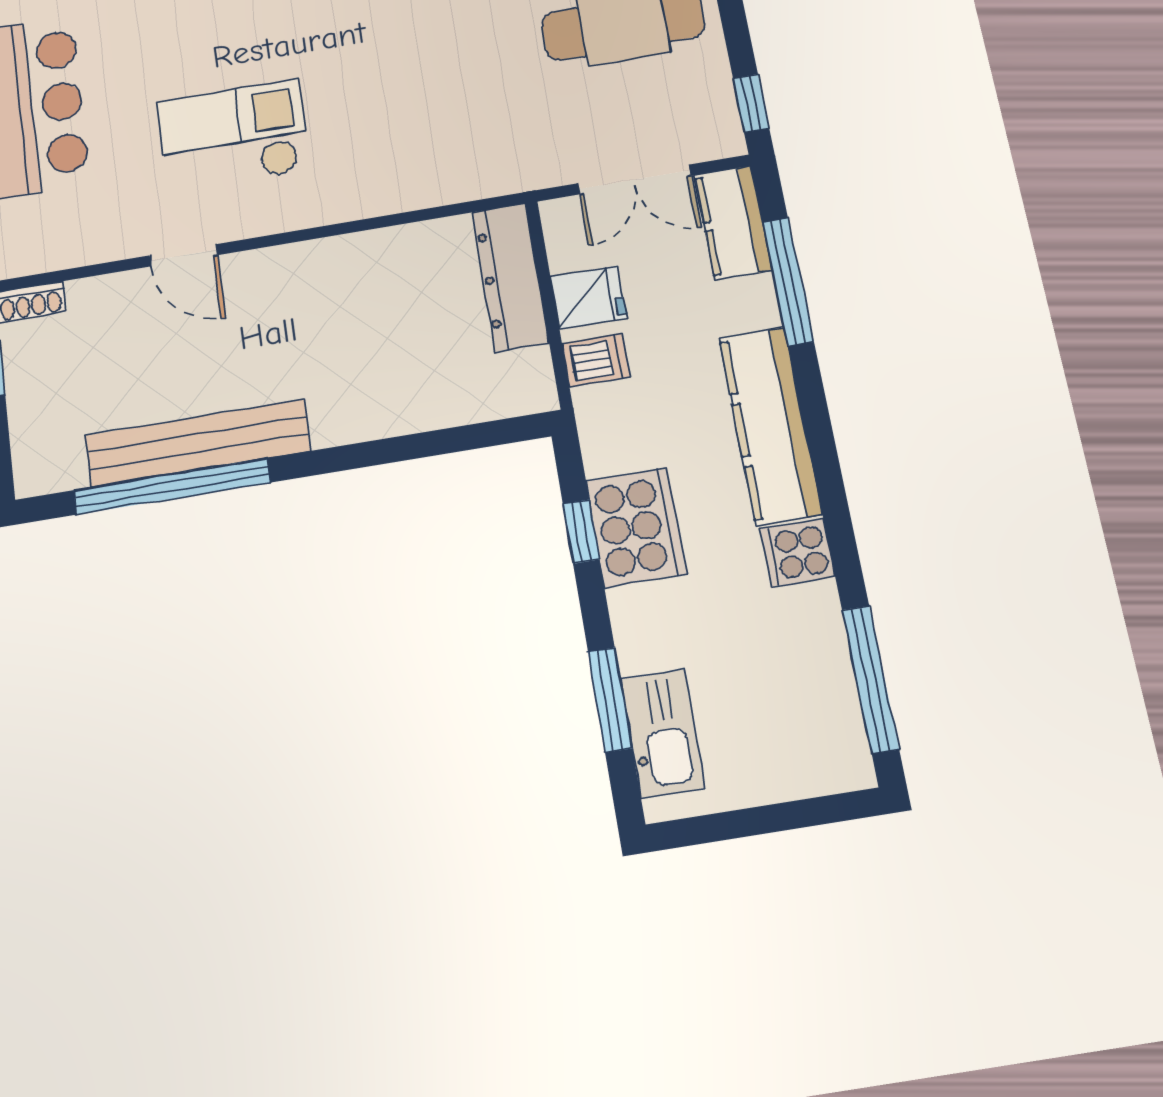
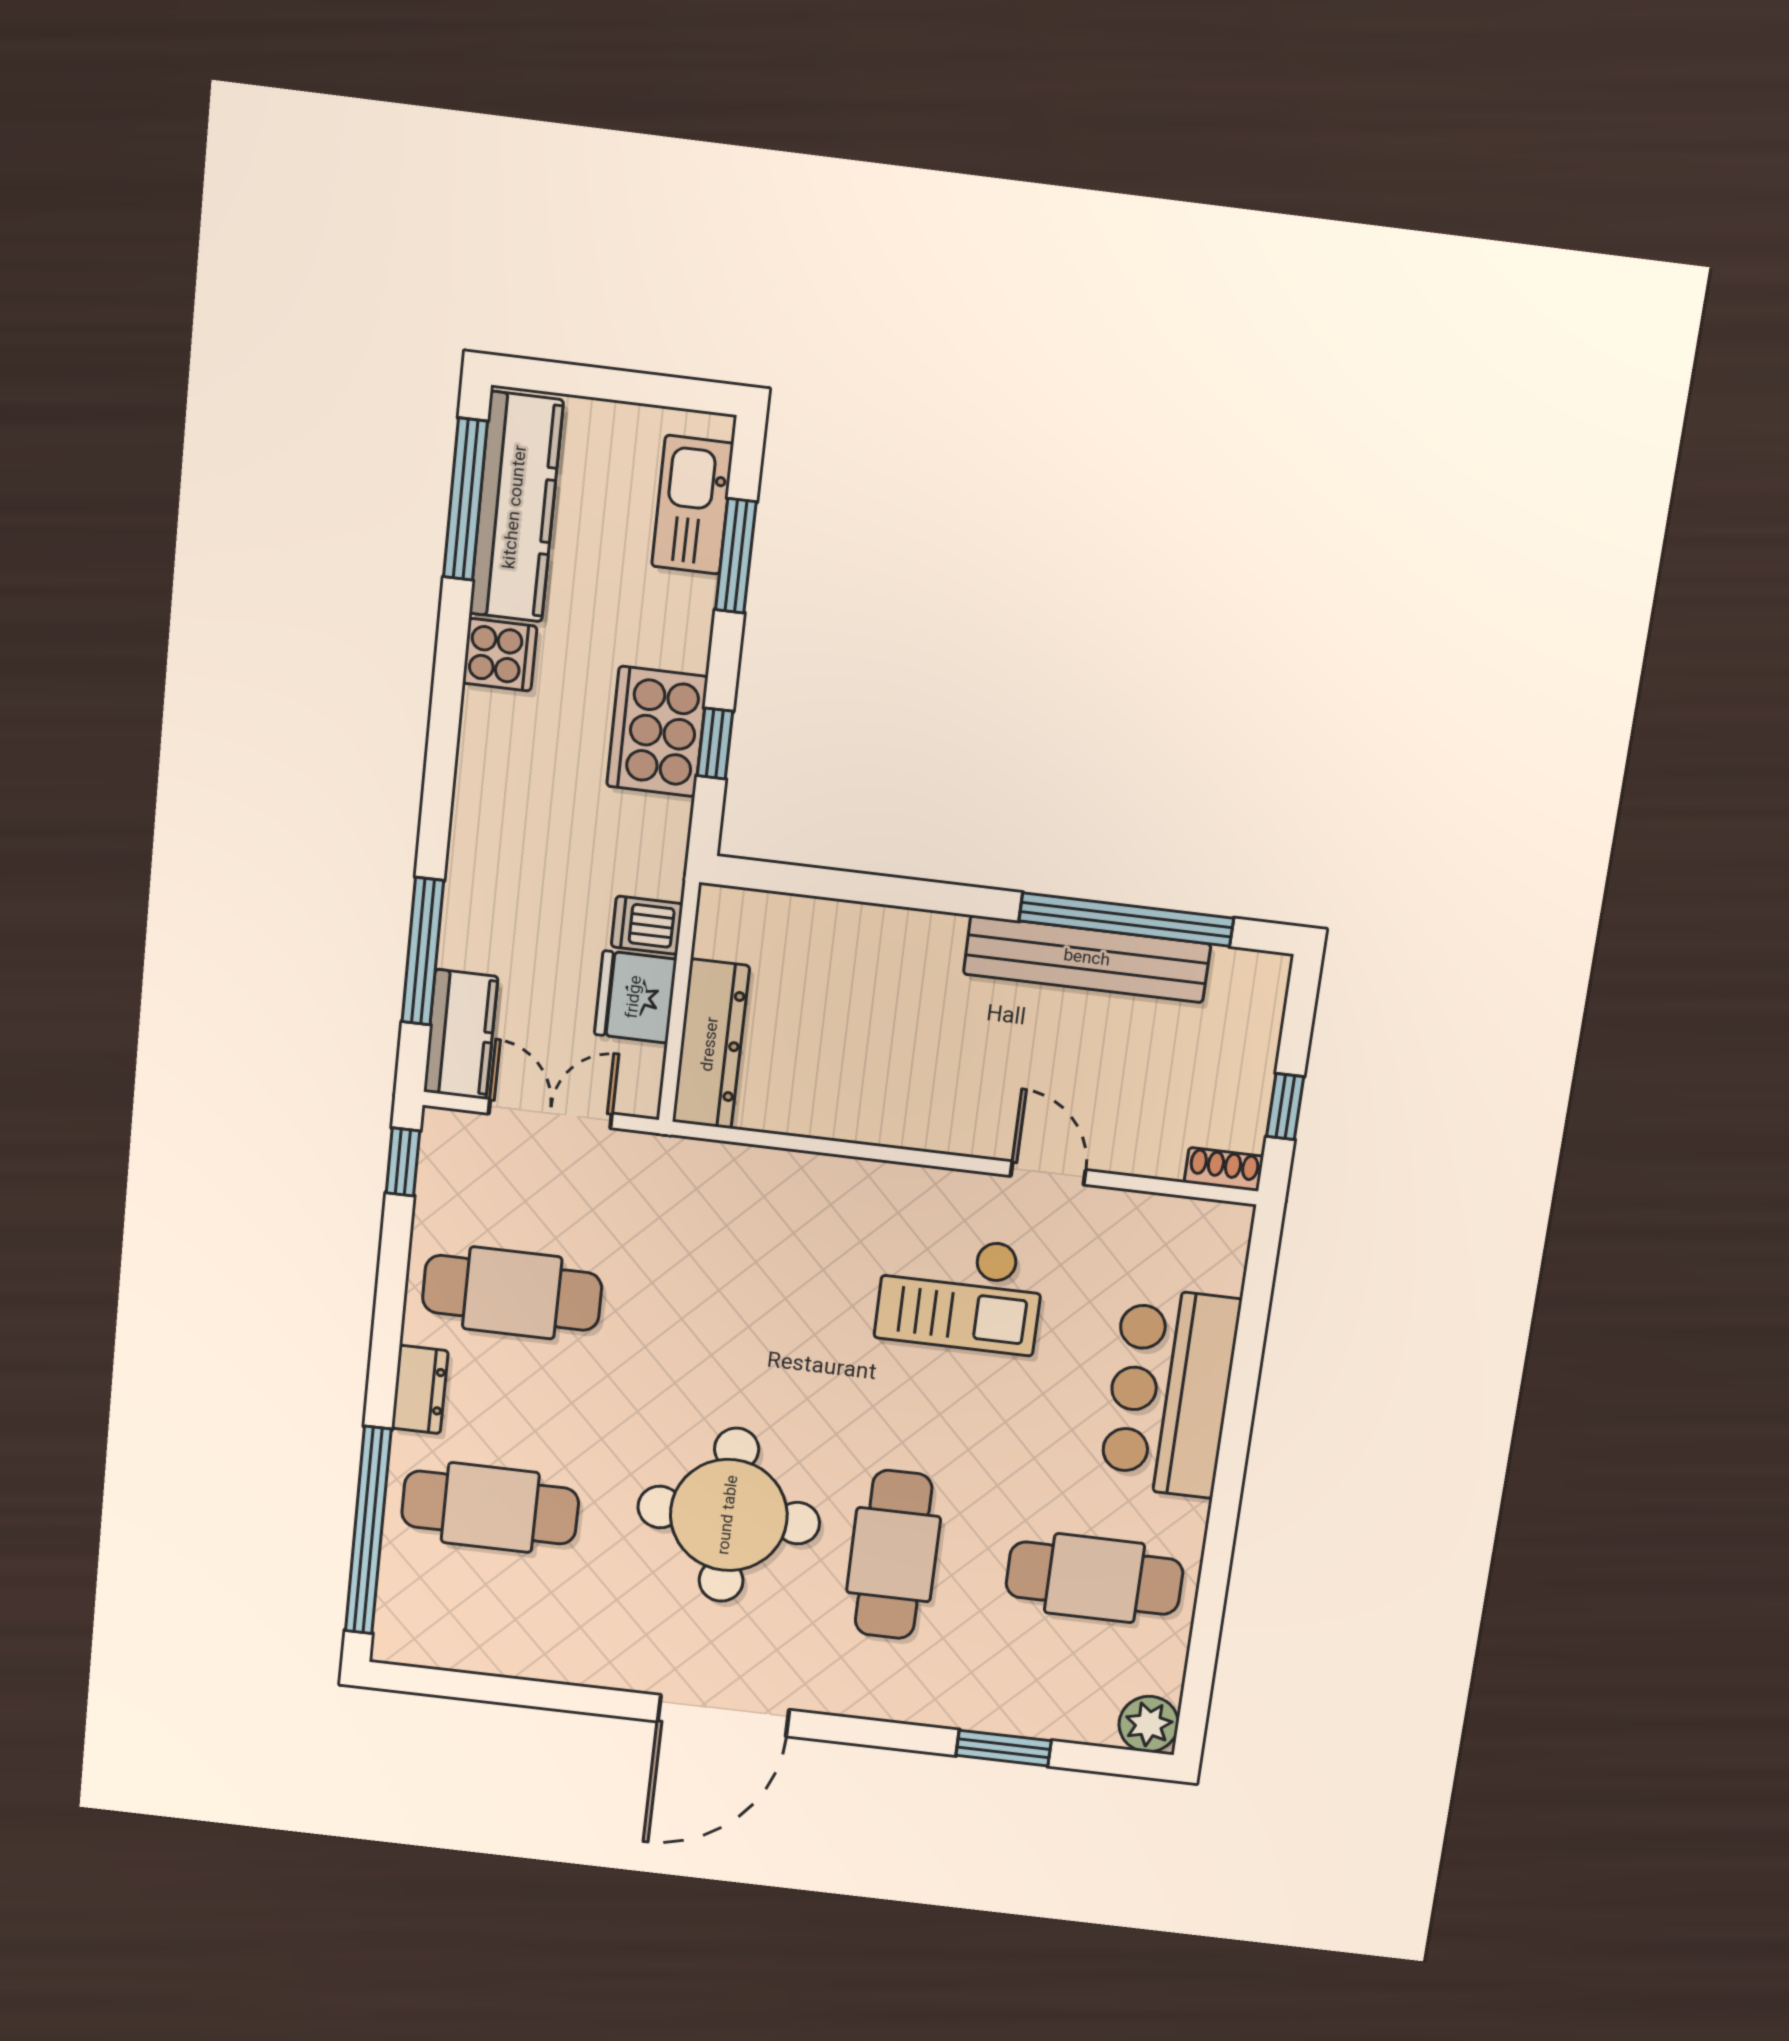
fridge: (588, 297) -> (635, 997), width x1.38
kitchen counter: (770, 425) -> (516, 507), moved

